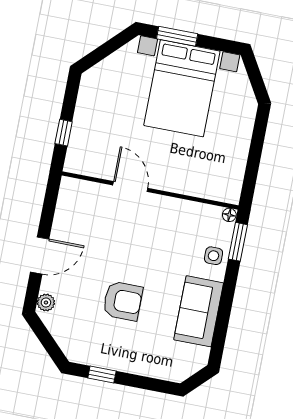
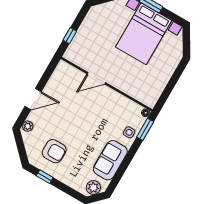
door: (130, 187) -> (96, 78), swing flipped
armchair: (123, 301) -> (54, 151), moved
plant: (187, 365) -> (93, 187), added

